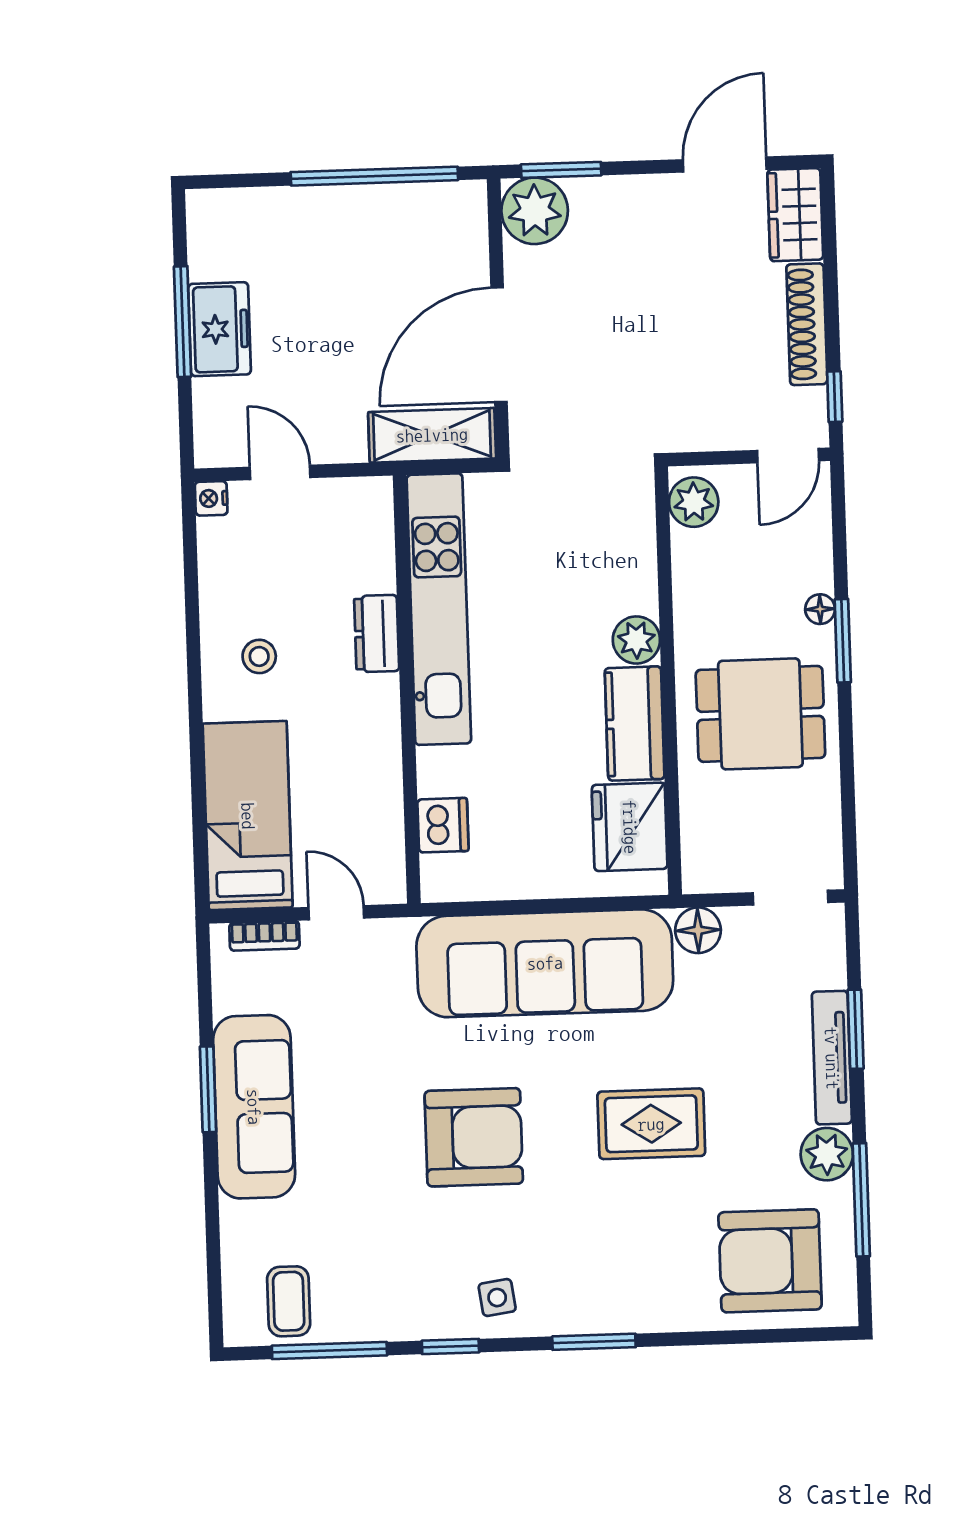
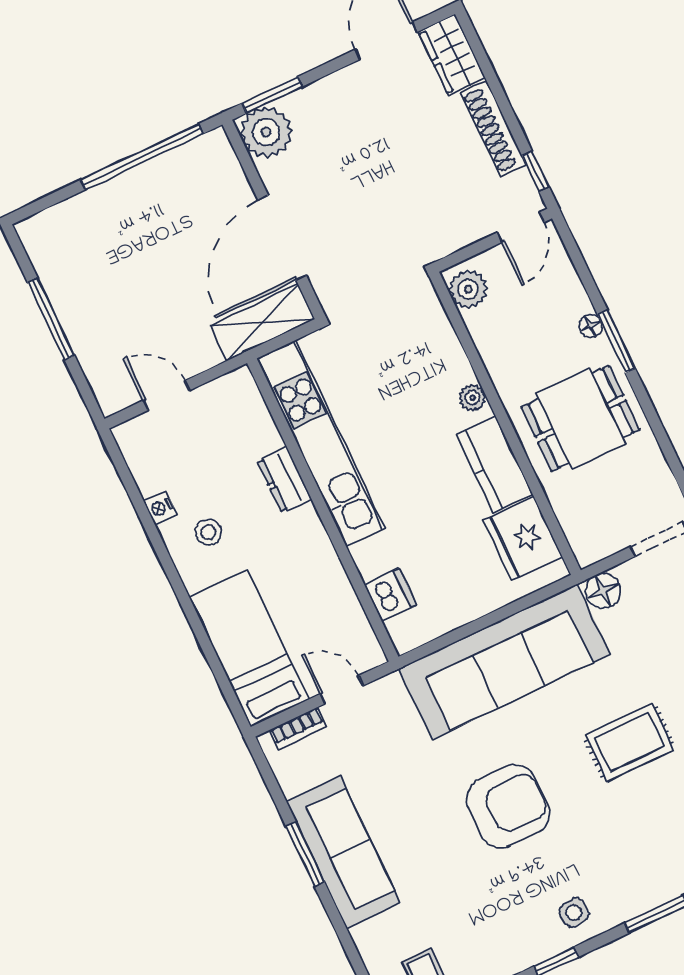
freezer: (220, 329) -> (80, 313), removed
nightstand: (211, 498) -> (160, 508), moved
plant: (636, 640) -> (472, 398), width x0.73, depth x0.73

